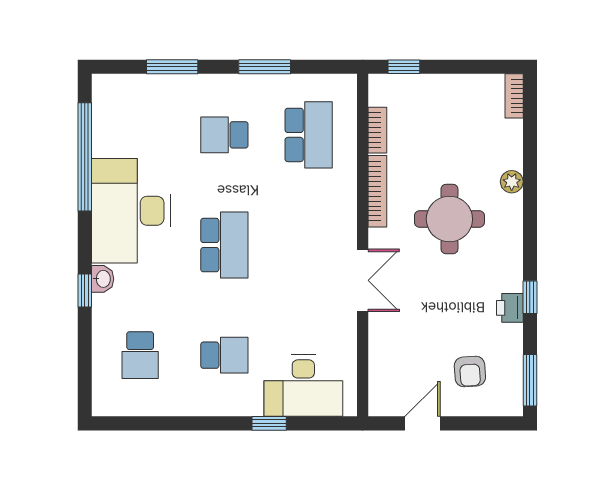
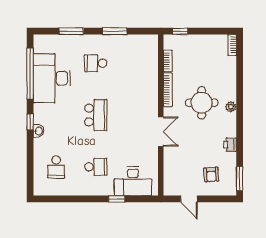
school desk: (309, 135) -> (135, 63), removed
plant: (512, 182) -> (231, 107), moved
desk: (131, 211) -> (52, 78), moved
window: (85, 290) -> (30, 122), moved
window: (530, 297) -> (240, 140), removed
door: (423, 423) -> (189, 199), swing flipped

